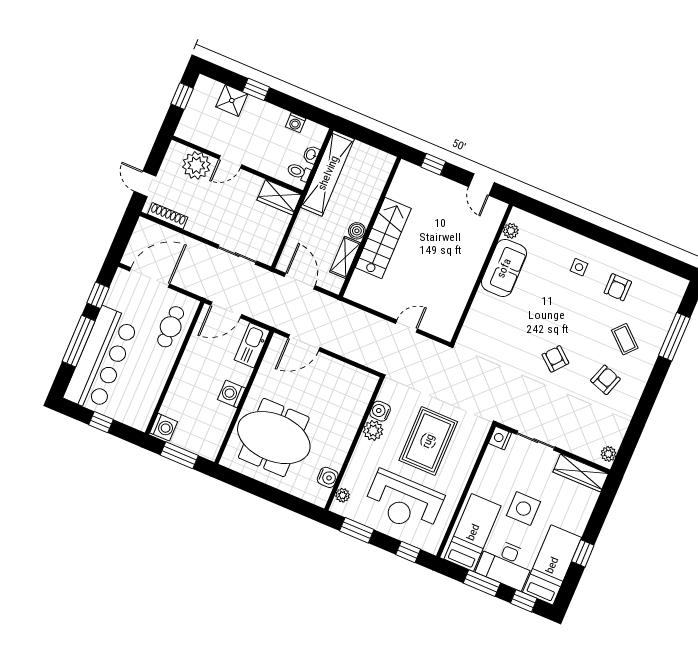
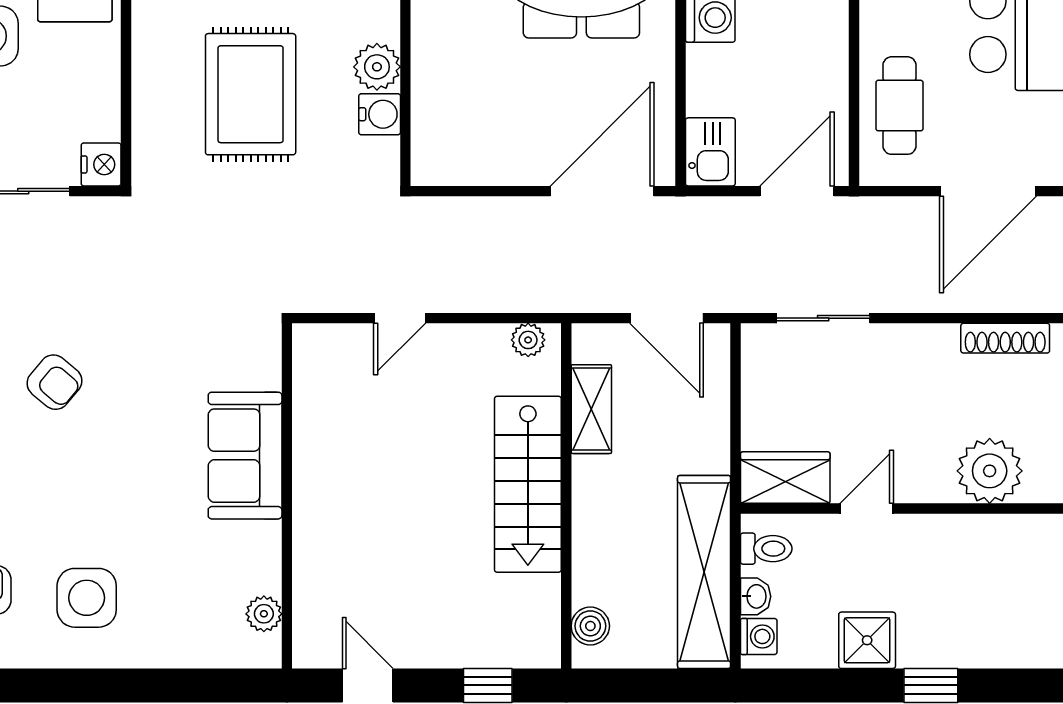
shower: (232, 100) -> (867, 640), moved
washing machine: (296, 123) -> (759, 636), moved, turned 90
door: (230, 162) -> (867, 509), moved
boiler: (357, 231) -> (590, 626), moved
side table: (579, 267) -> (87, 598), width x1.87, depth x1.87
sofa: (504, 268) -> (245, 456), moved
plant: (359, 296) -> (528, 340), added
door: (304, 343) -> (602, 191), width x1.36
kitchen sink: (252, 345) -> (710, 152), width x0.73

